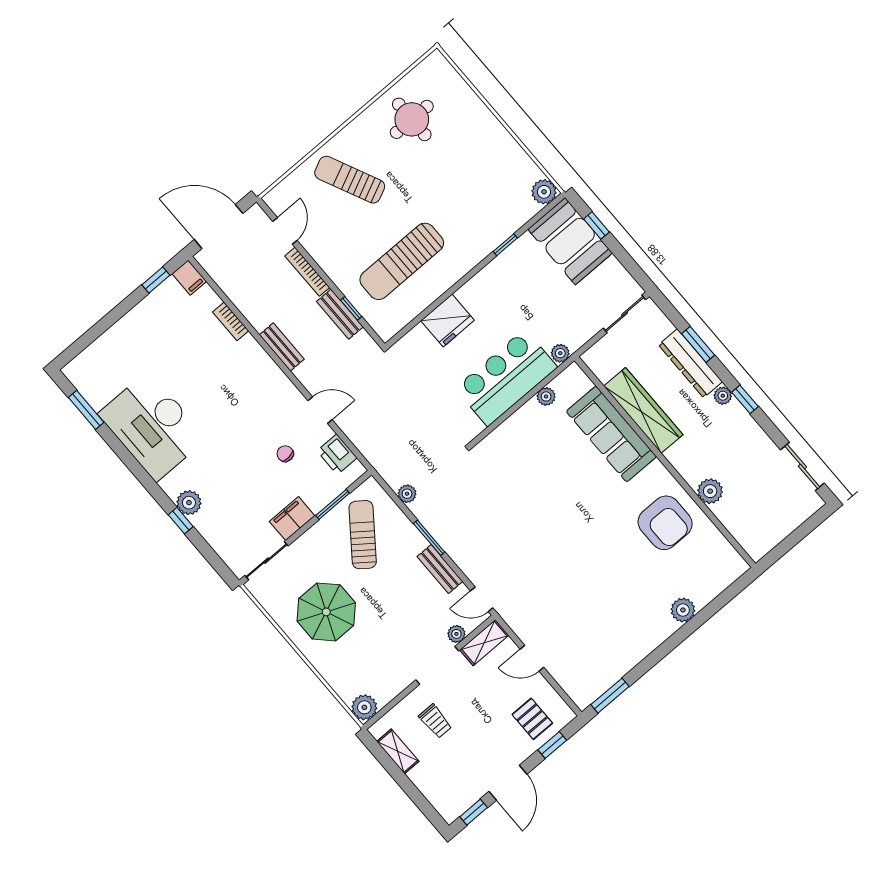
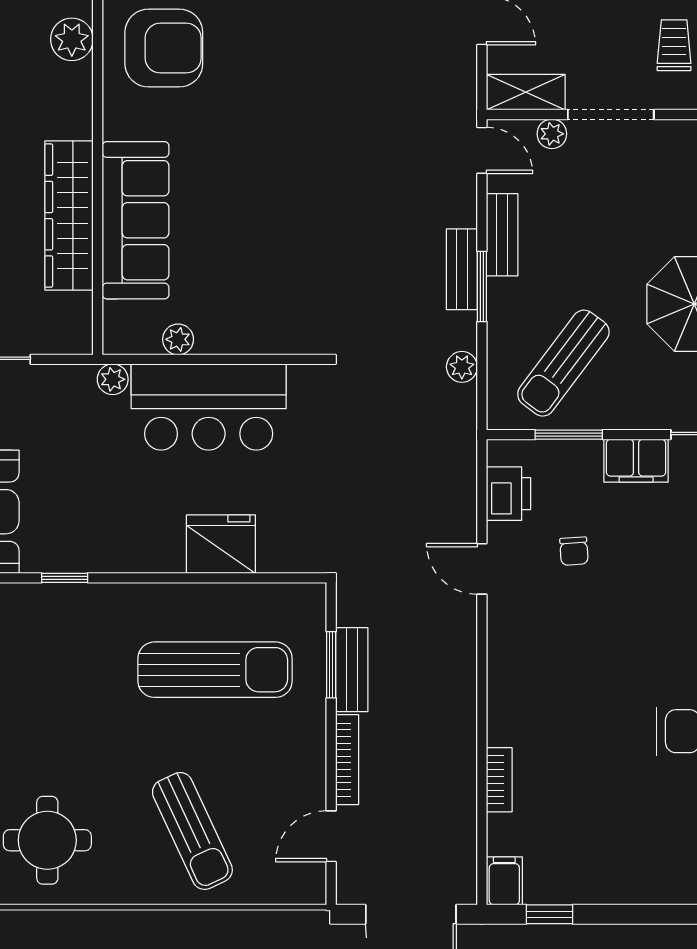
window: (351, 308) -> (331, 665), width x1.50
bench: (282, 347) -> (462, 269), moved
armchair: (665, 523) -> (164, 48), turned 90

